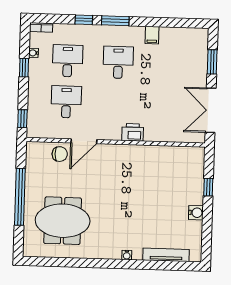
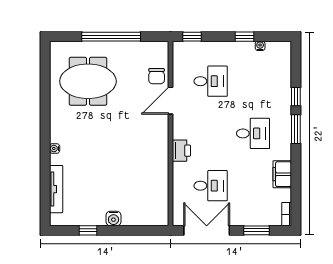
bookcase: (41, 27) -> (287, 214), moved
filing cabinet: (152, 35) -> (282, 174), width x2.00
desk: (68, 61) -> (211, 186), moved
door: (84, 141) -> (170, 101), hinge flipped
window: (208, 187) -> (88, 230), moved
water cooler: (196, 213) -> (113, 218), moved
meeting table: (63, 221) -> (88, 81), turned 90

